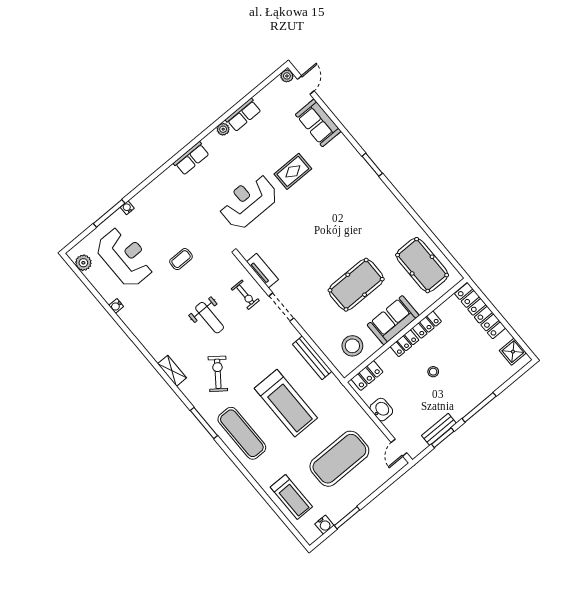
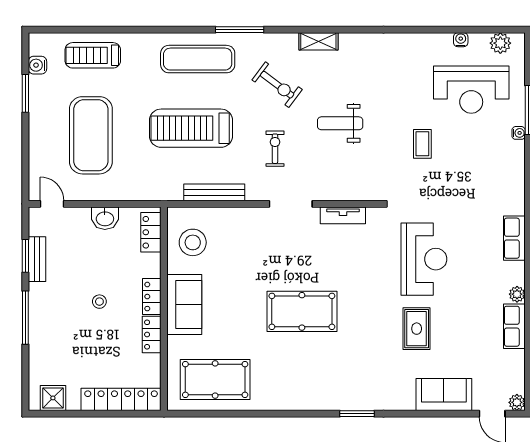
pool table: (356, 285) -> (302, 311), moved, turned 90
exercise bike: (245, 295) -> (275, 149), moved, turned 90
water cooler: (116, 306) -> (461, 40), moved

